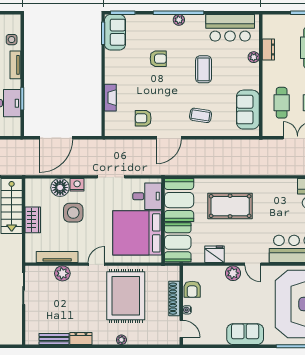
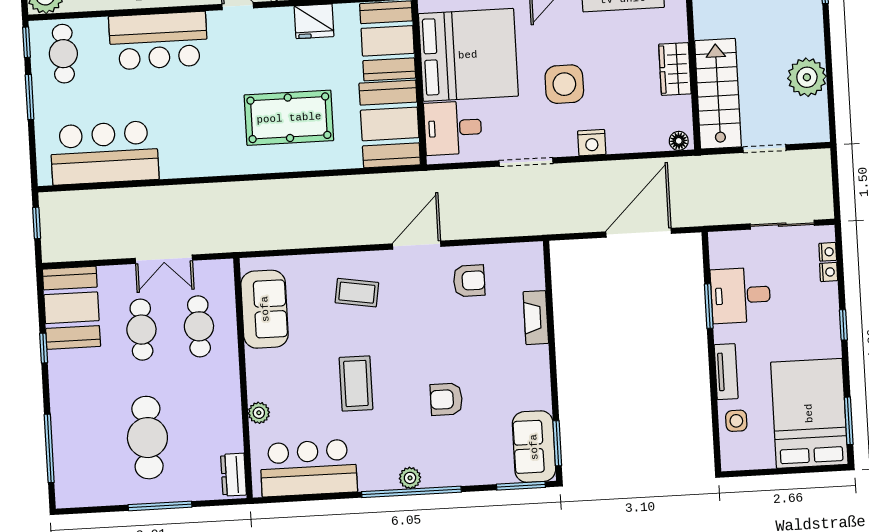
dresser: (268, 49) -> (233, 475), moved
floor lamp: (60, 188) -> (679, 141), moved, width x0.53, depth x0.53
side table: (73, 213) -> (564, 84), moved

